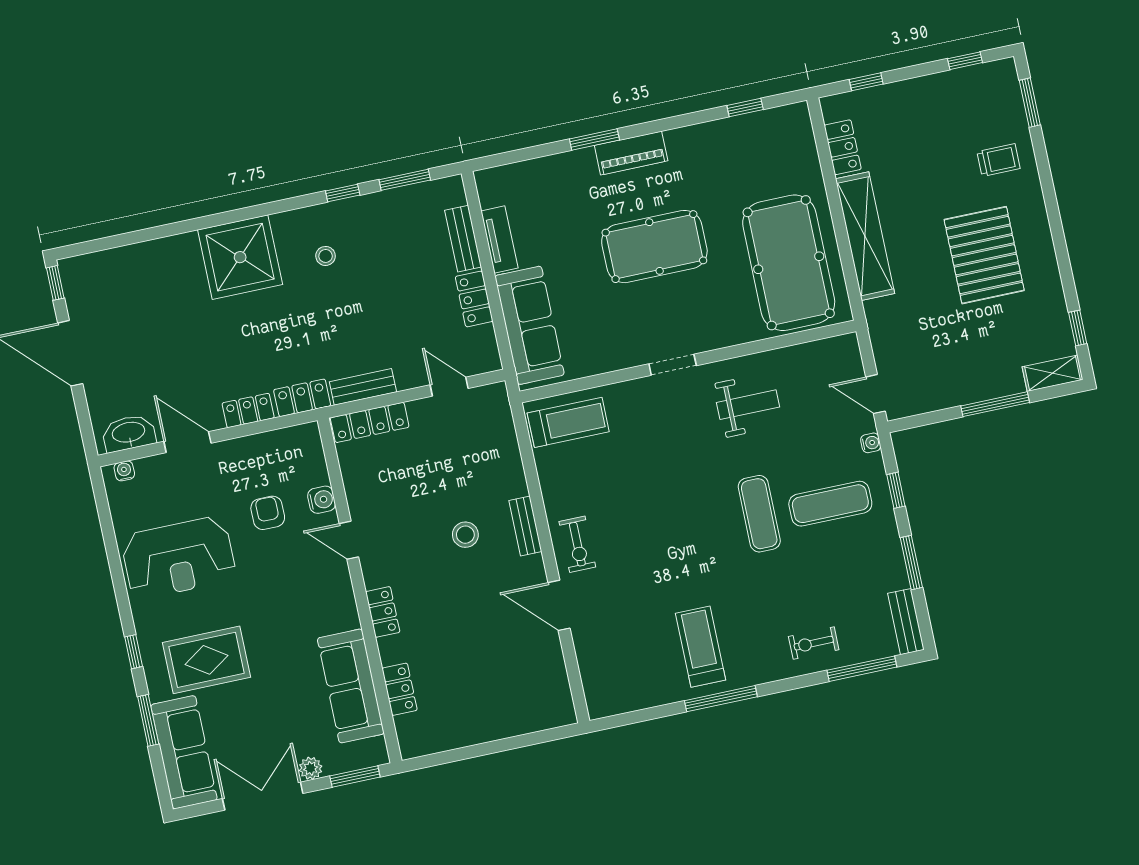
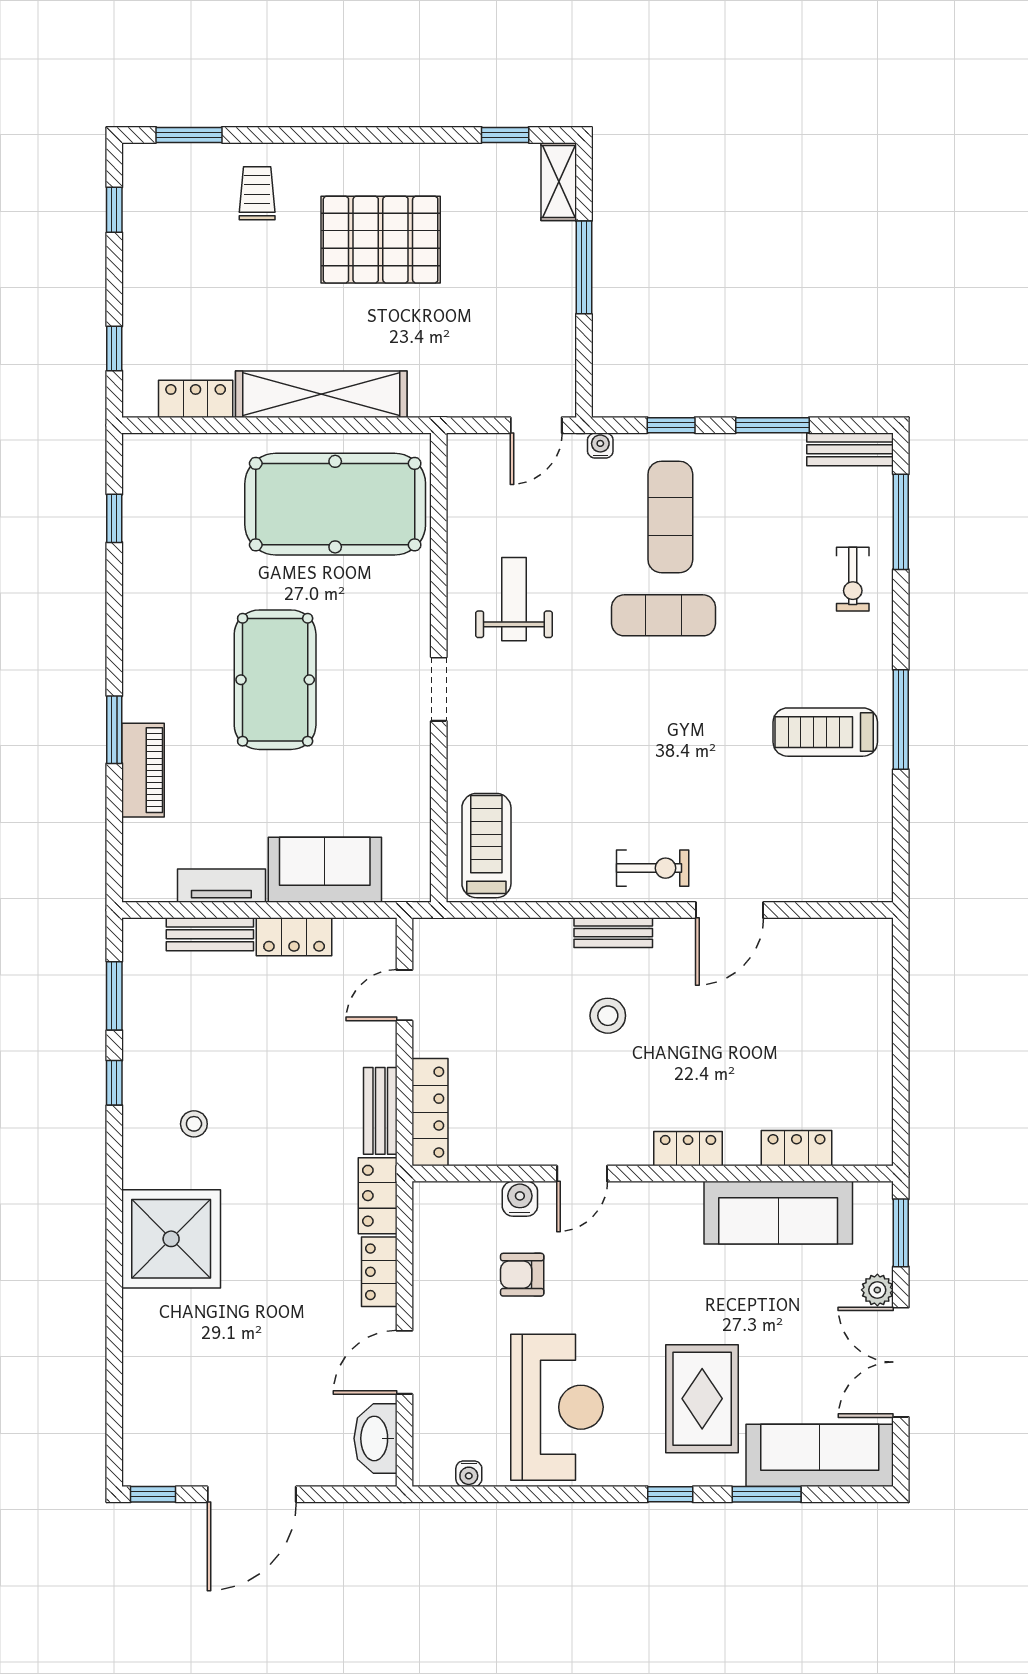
piano: (631, 153) -> (143, 770), moved
sofa: (530, 325) -> (325, 870), width x0.73
water cooler: (124, 471) -> (469, 1474), moved, turned -90

